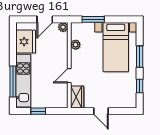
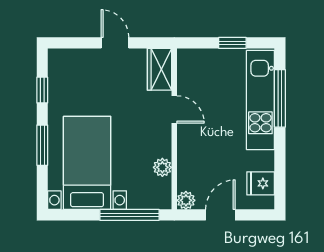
window: (93, 19) -> (129, 215), width x1.44
fridge: (26, 42) -> (261, 183), width x0.53, depth x0.75
door: (69, 76) -> (174, 110), hinge flipped

